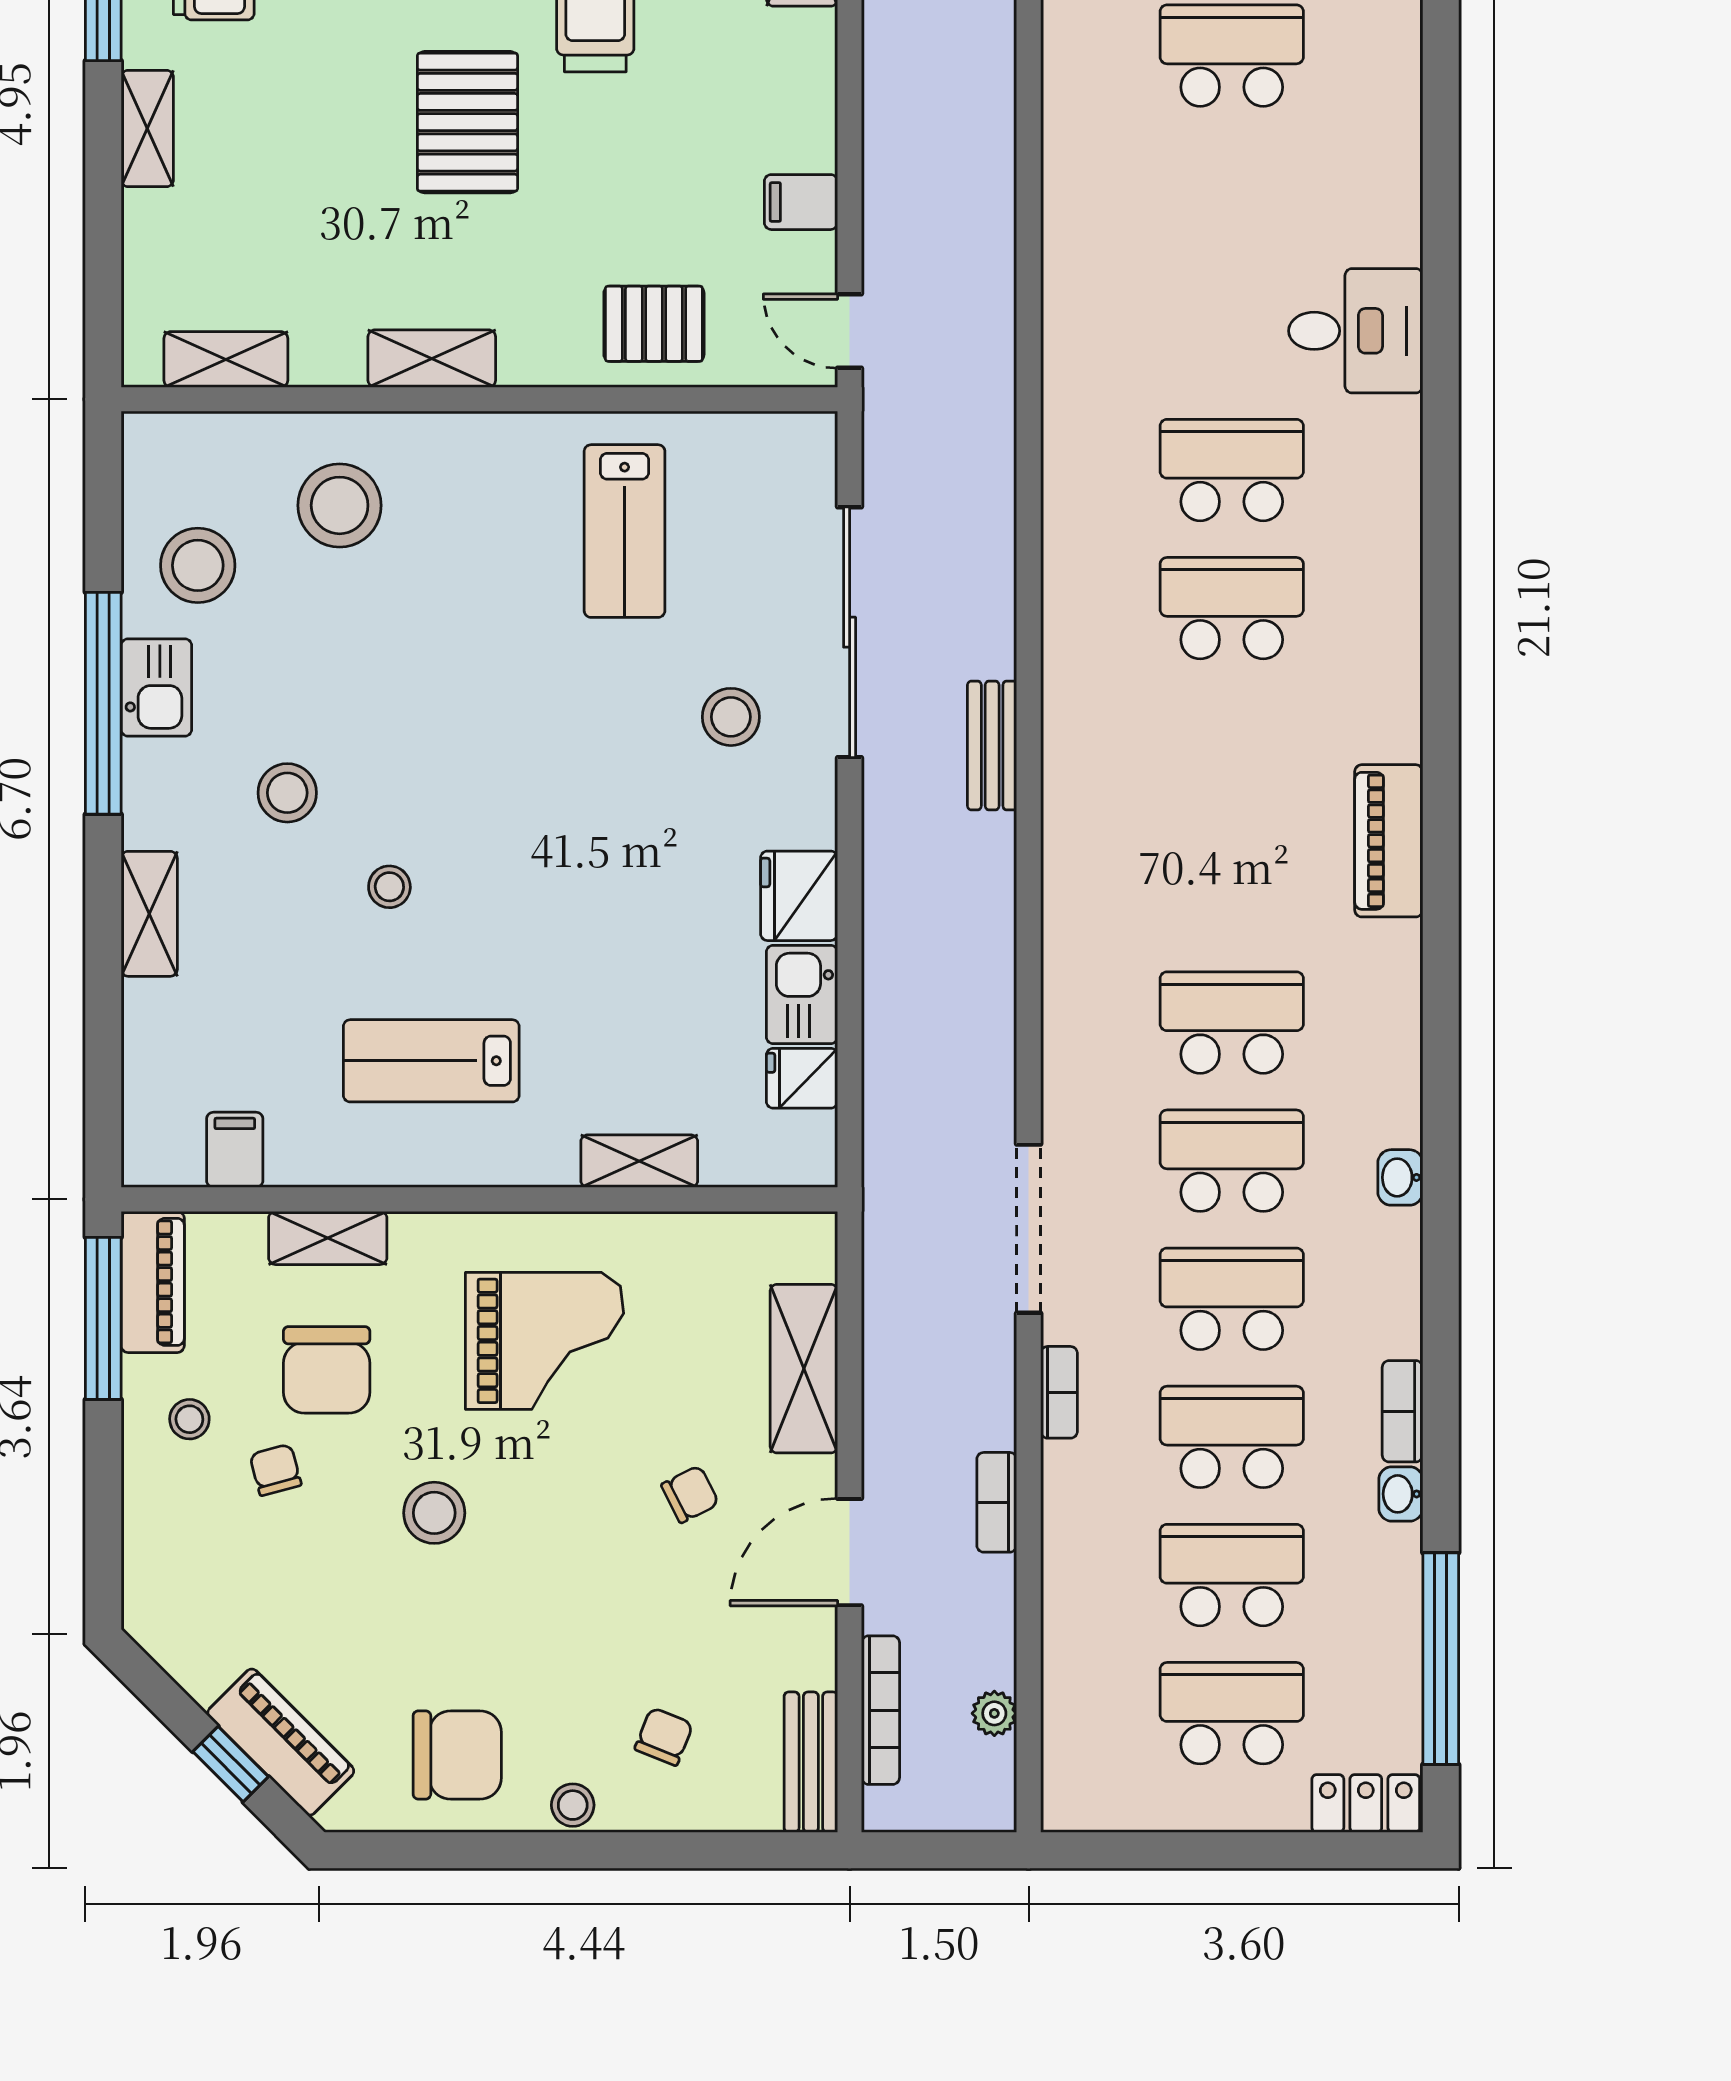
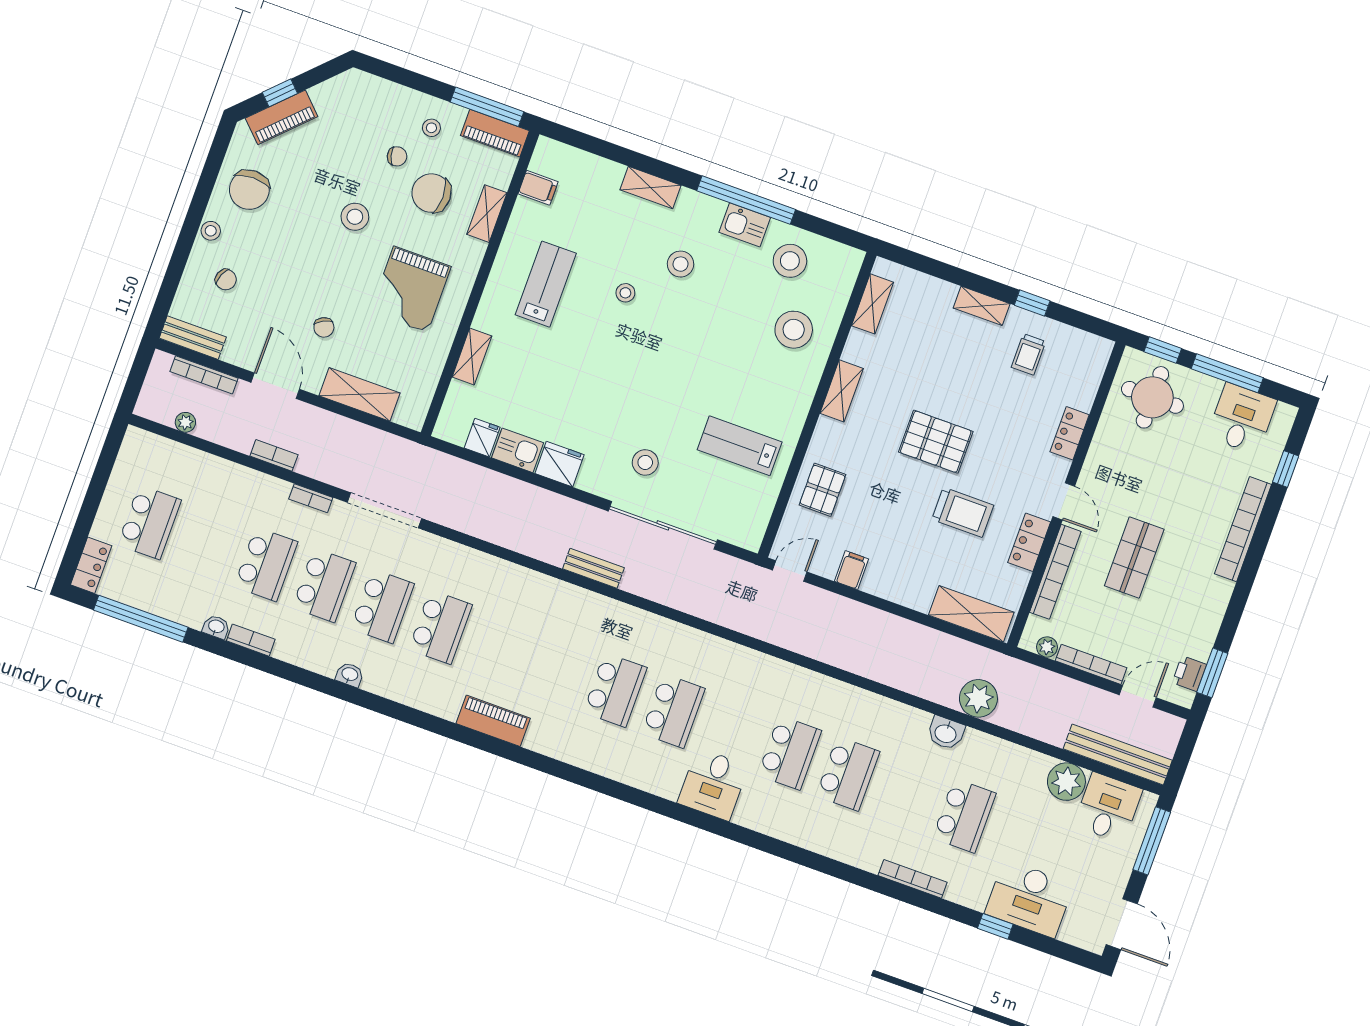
school desk: (1232, 1575) -> (790, 753), moved

